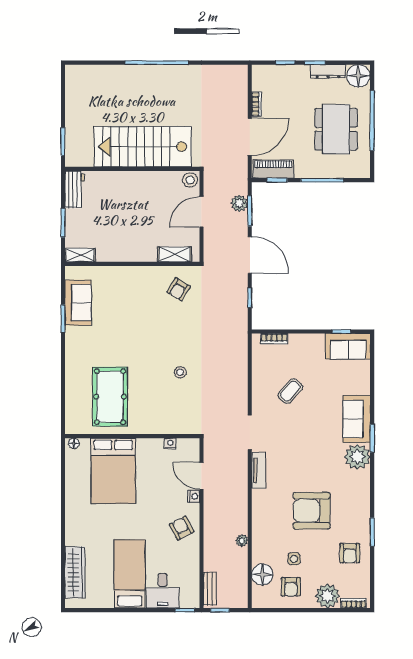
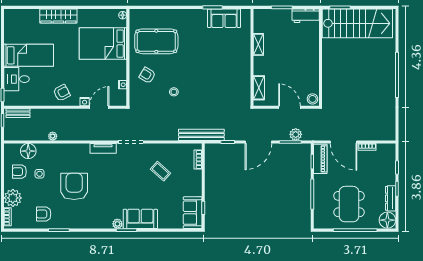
dining table: (336, 129) -> (349, 204), turned 90
stairs: (143, 147) -> (357, 23), moved, turned 90
shelving: (80, 255) -> (258, 44), moved
armchair: (179, 289) -> (147, 75), moved
bench: (240, 334) -> (201, 135), added
plant: (357, 457) -> (117, 224), width x0.53, depth x0.53
wardrobe: (75, 572) -> (58, 16), moved

